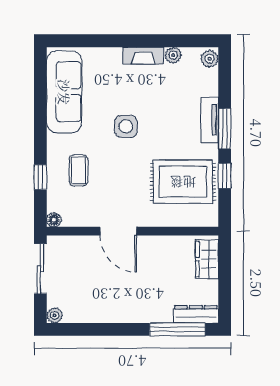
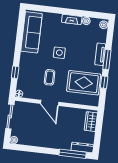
coffee table: (79, 170) -> (50, 77), moved

